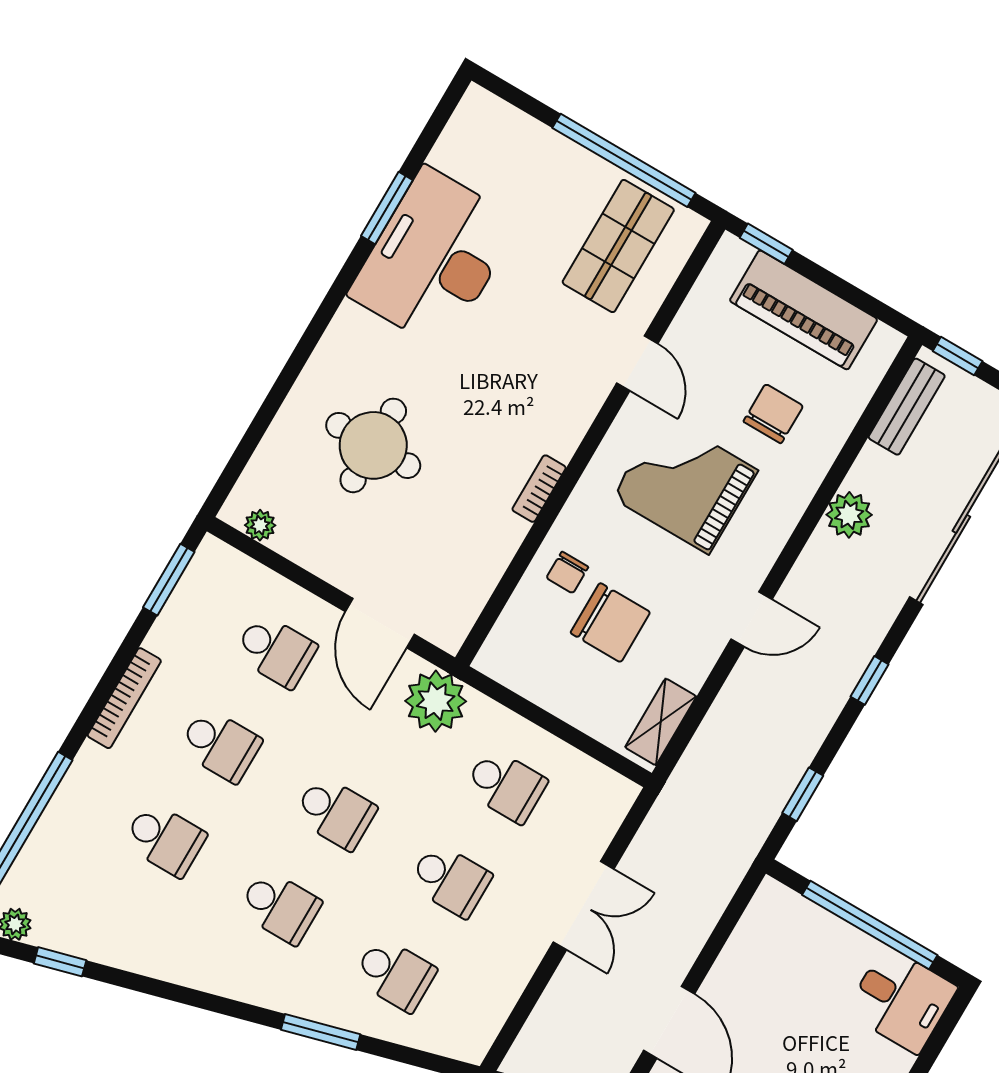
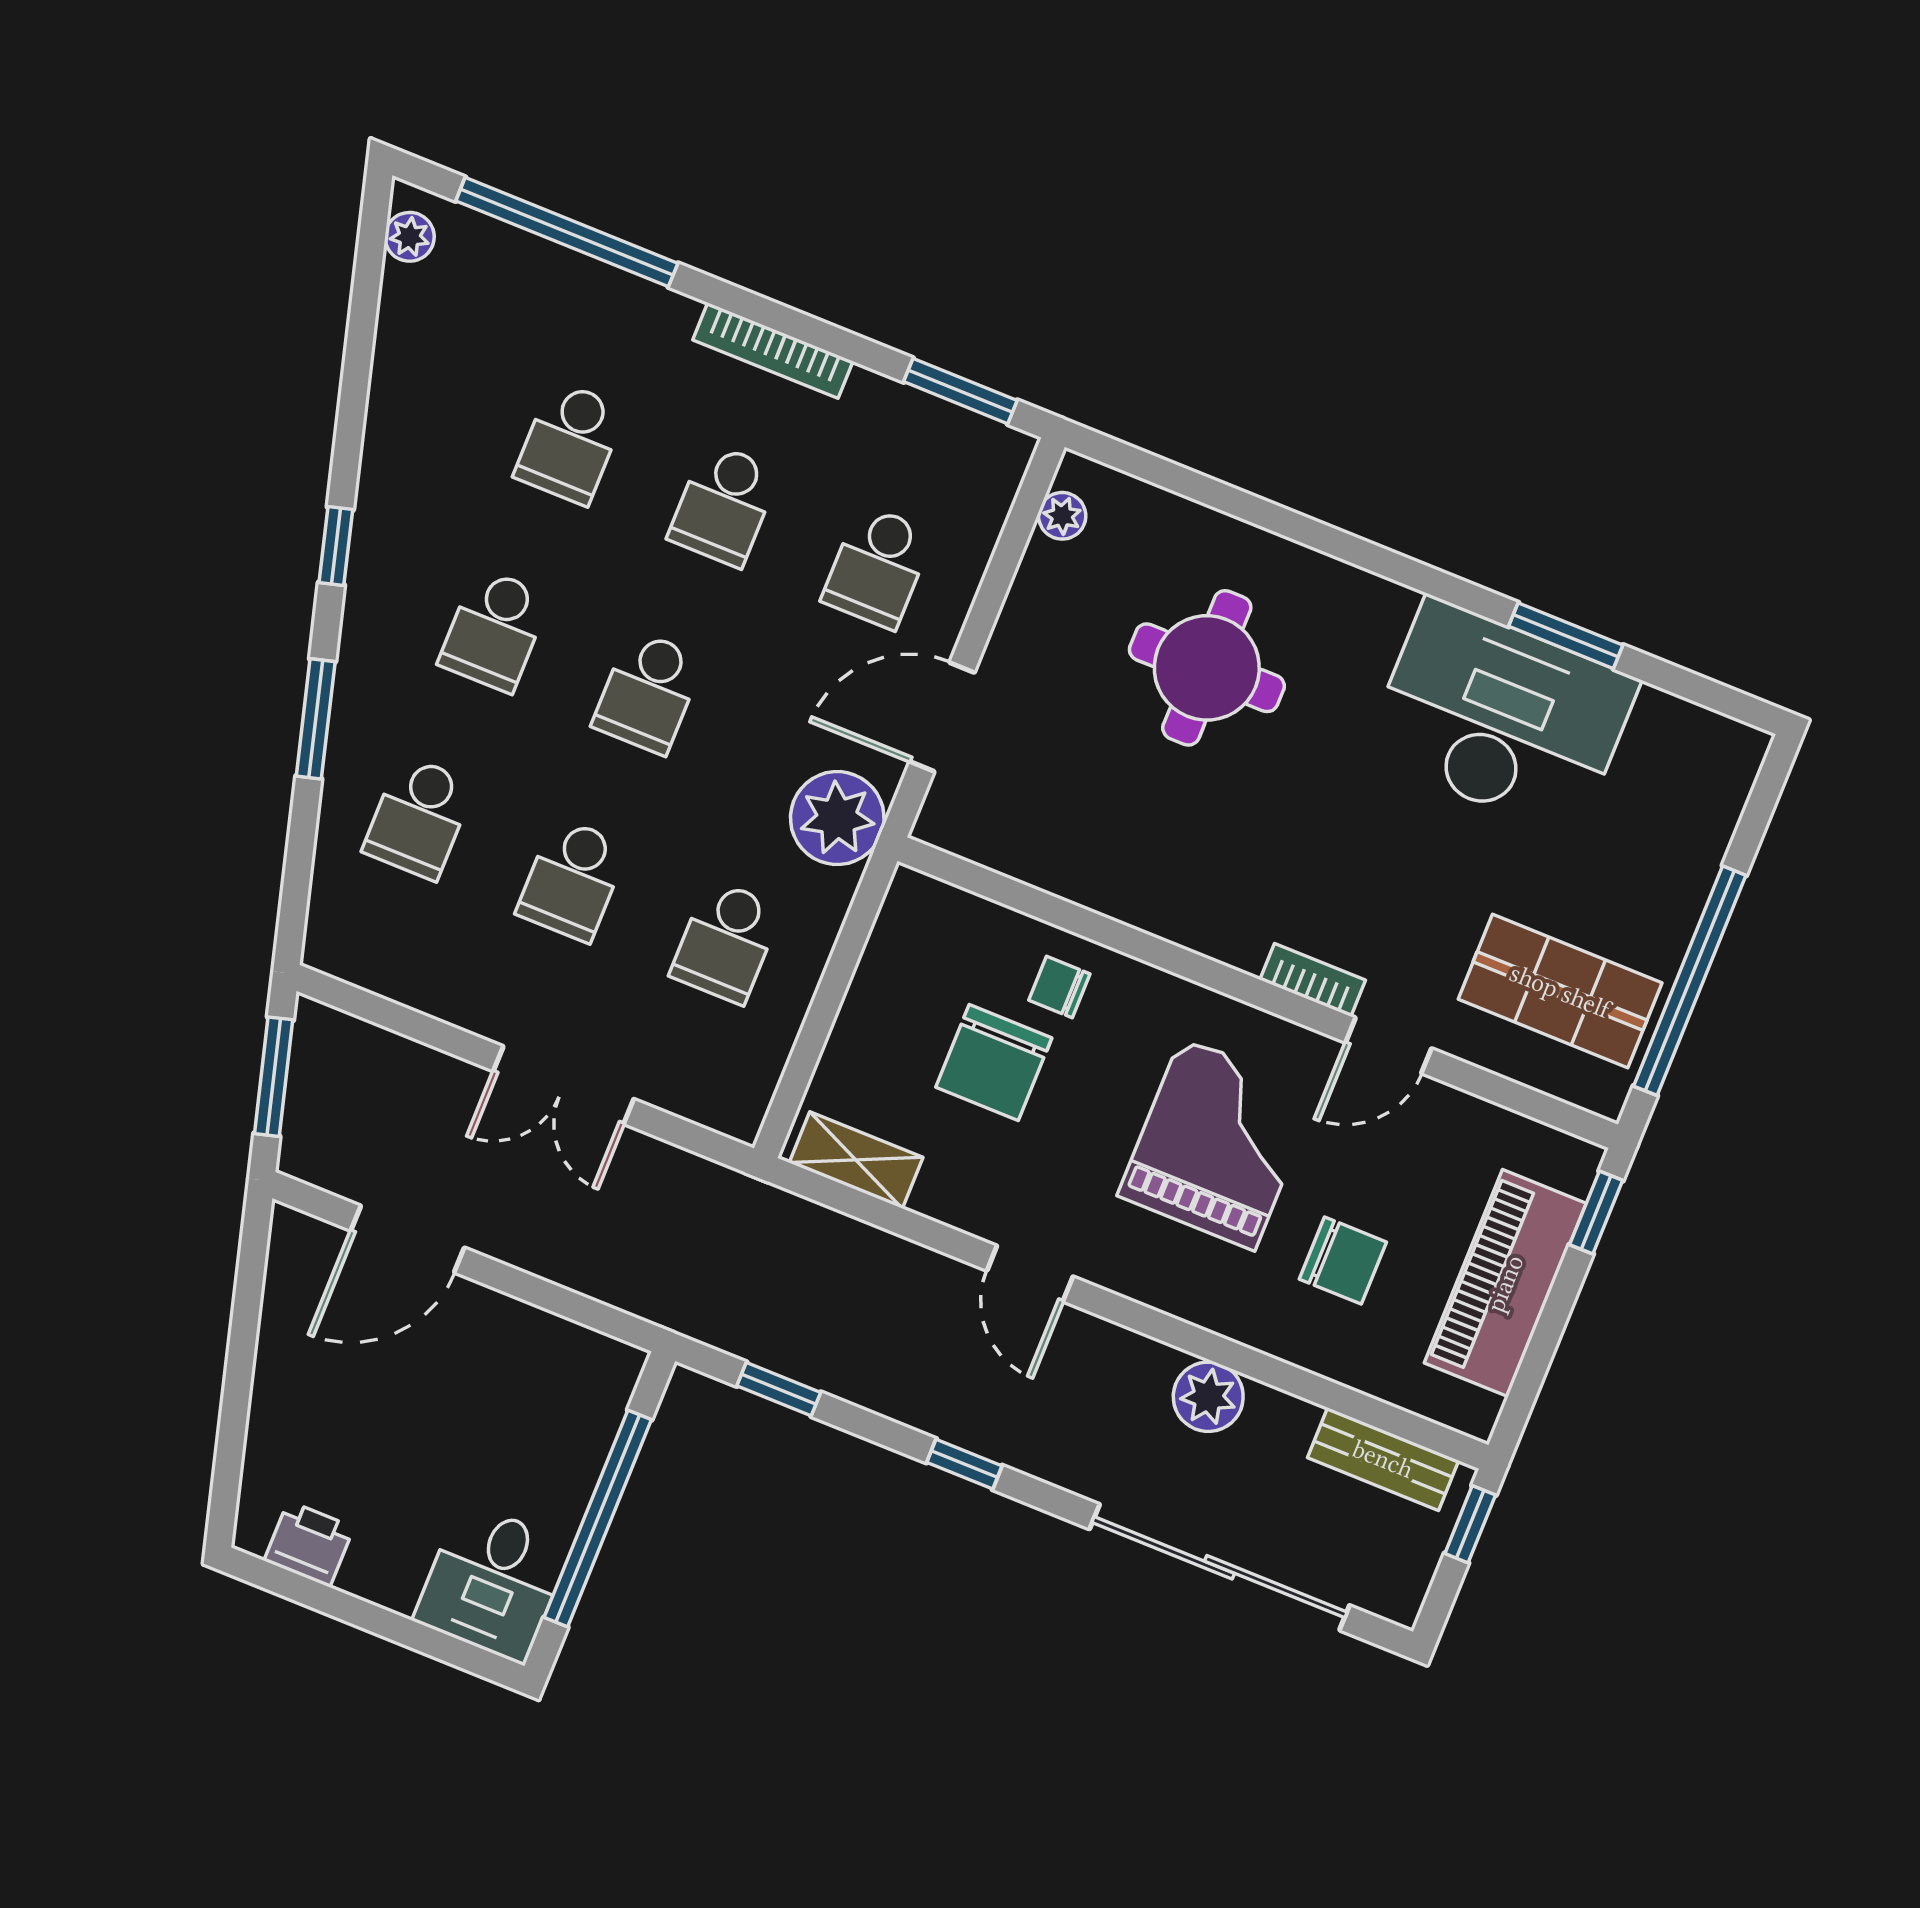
bookcase: (539, 489) -> (1313, 980), moved
window: (60, 962) -> (336, 546), moved

